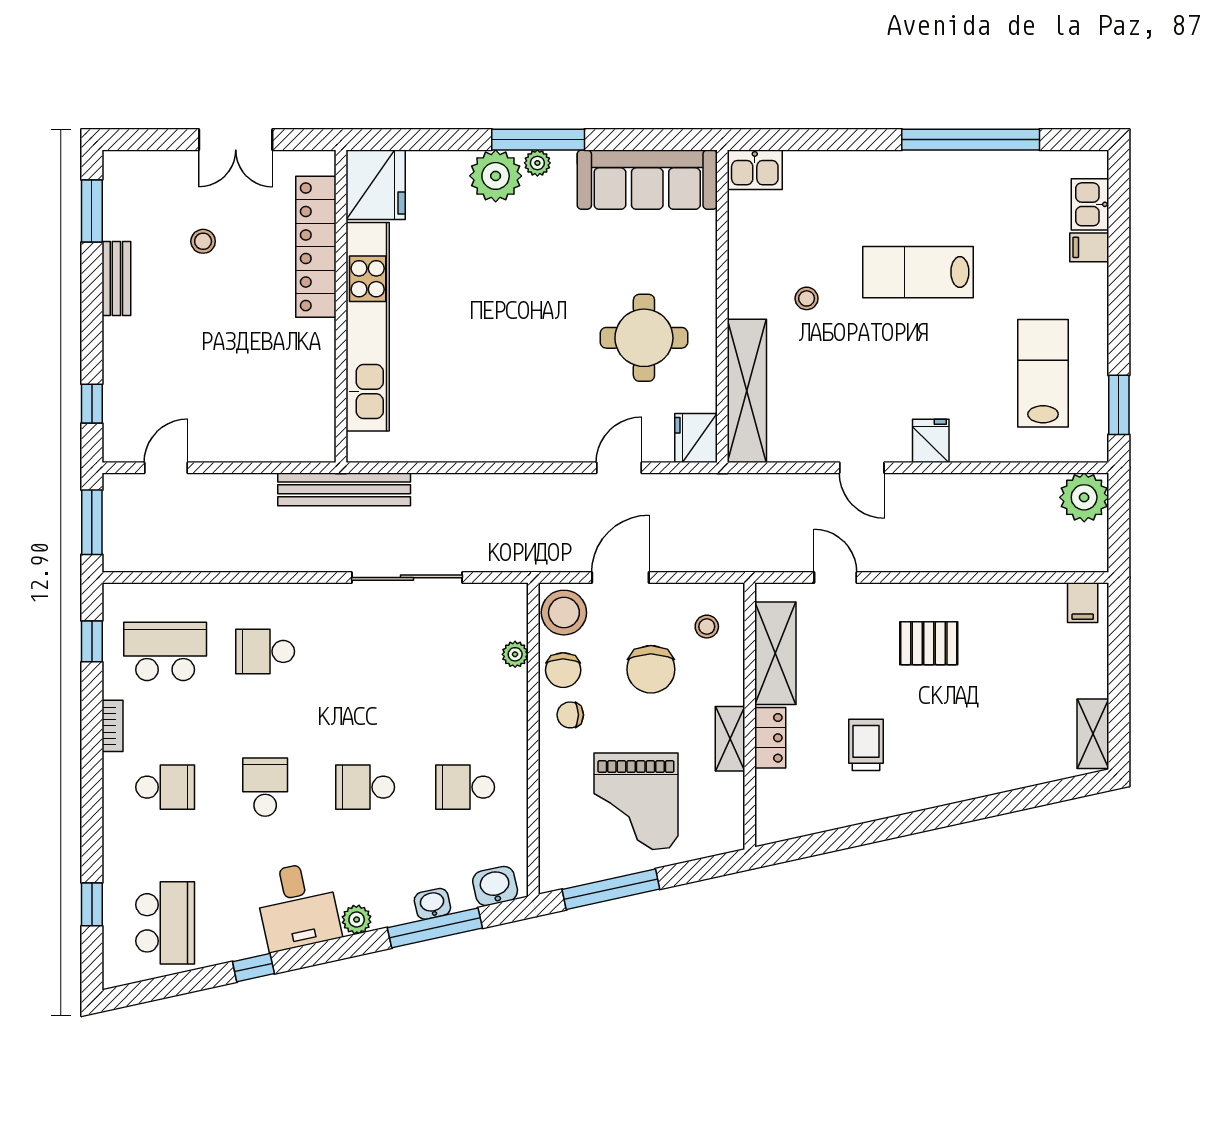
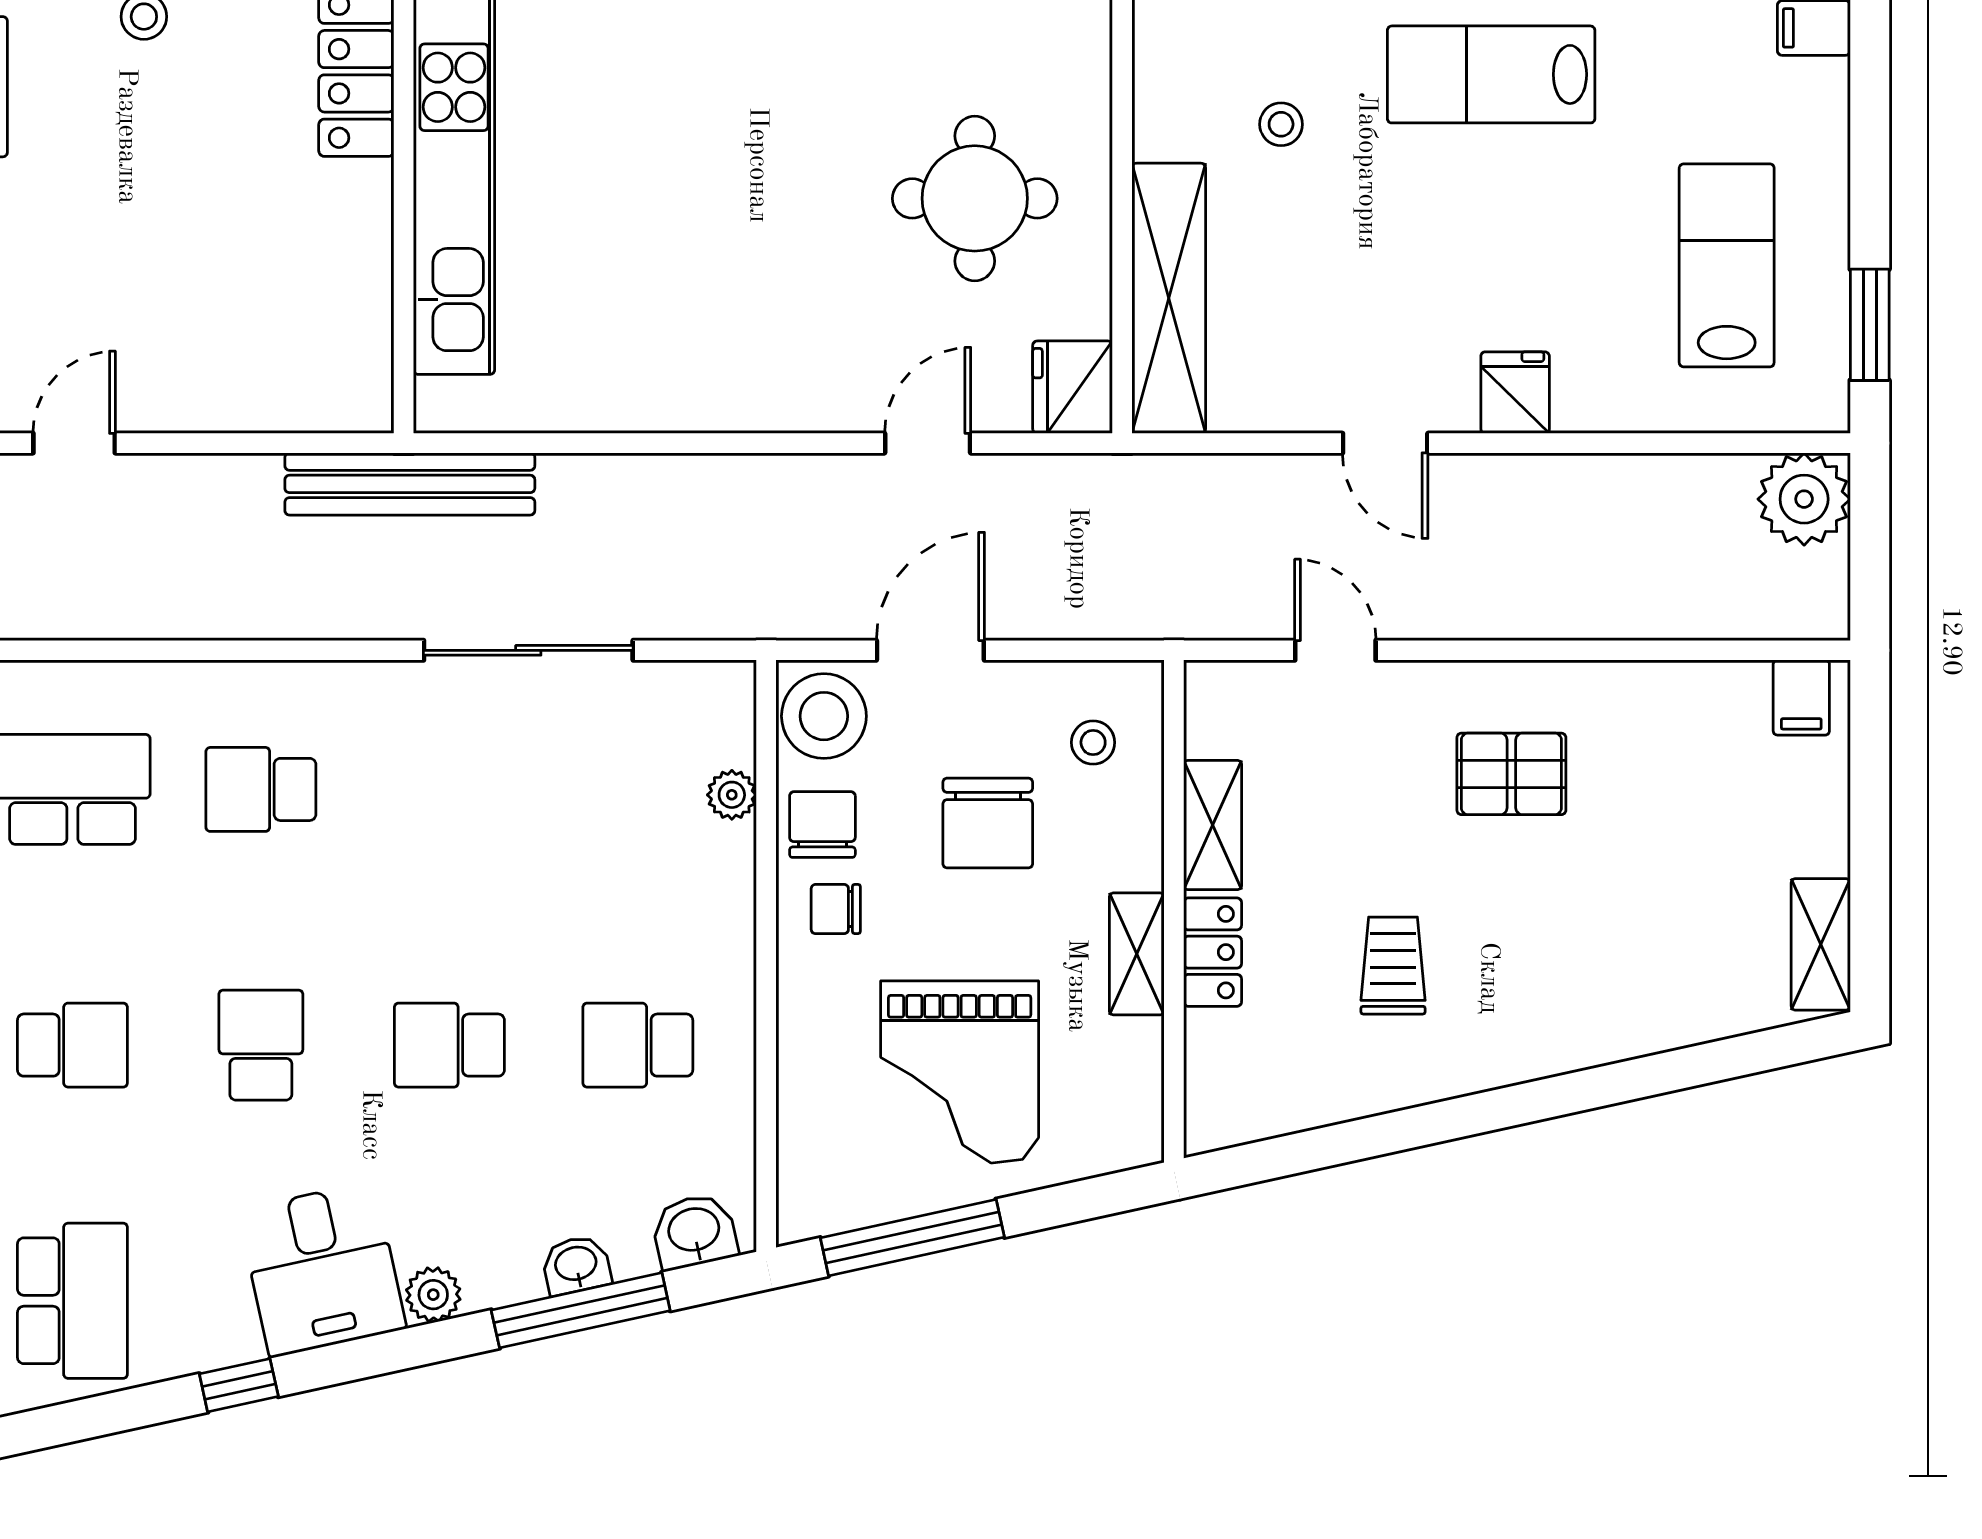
shelving: (775, 653) -> (1213, 825), width x0.67, depth x0.75
chair: (563, 670) -> (822, 825), turned 180

